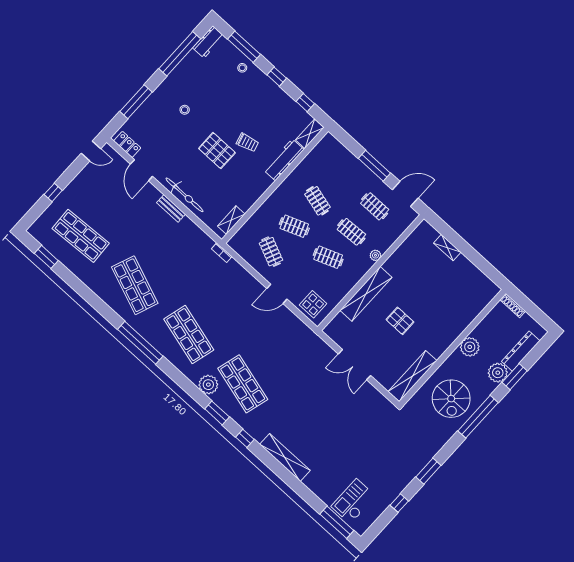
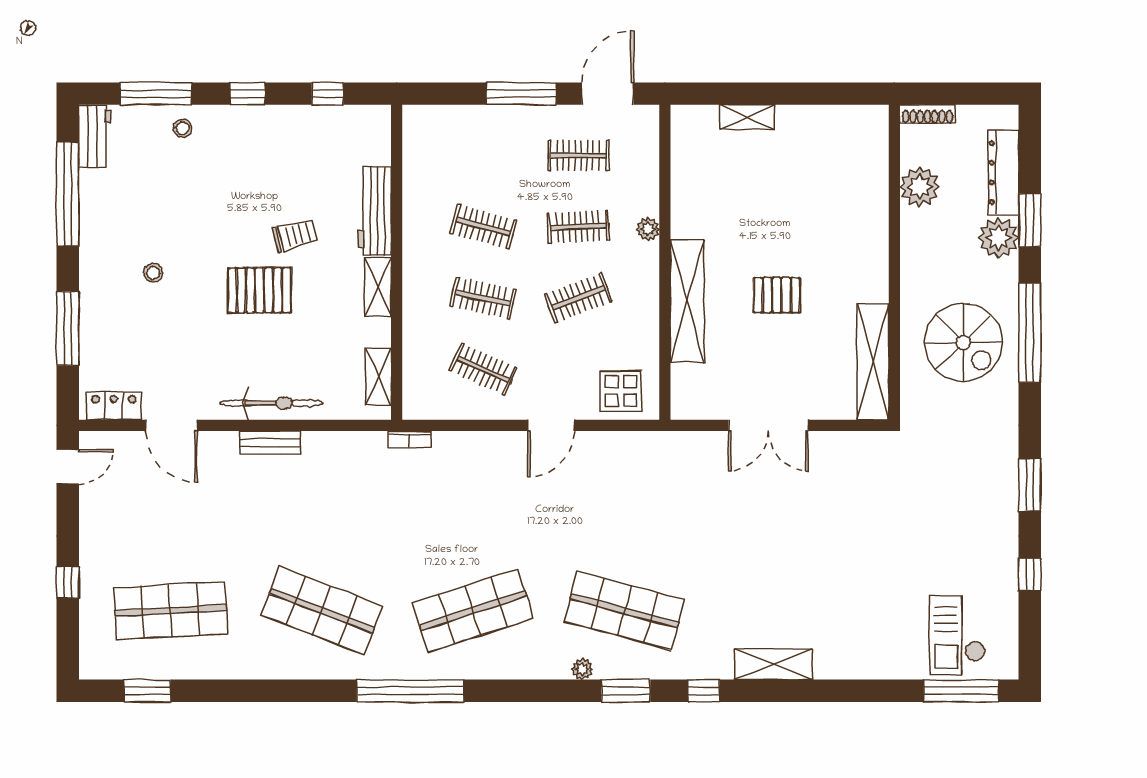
shelving: (310, 134) -> (378, 287), moved
clothes rail: (294, 226) -> (483, 298), turned 33
shop shelf: (189, 335) -> (473, 611), turned -33
plant: (470, 347) -> (920, 187), moved
plant: (208, 385) -> (582, 669), width x0.53, depth x0.53
shelving: (285, 457) -> (773, 664), width x0.68

